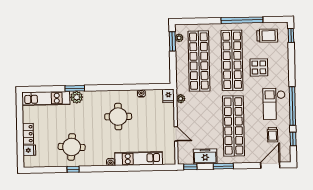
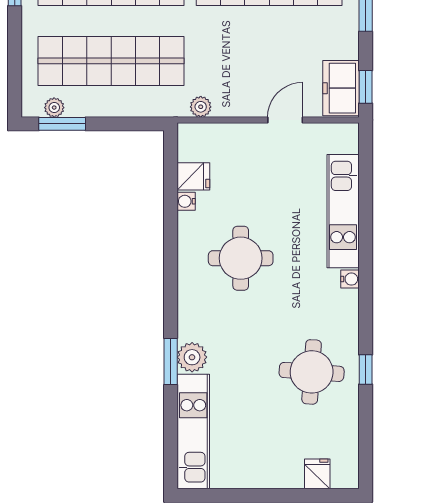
fridge: (168, 96) -> (193, 176), moved
locker: (28, 134) -> (278, 476), removed
freezer: (205, 156) -> (341, 88), moved

